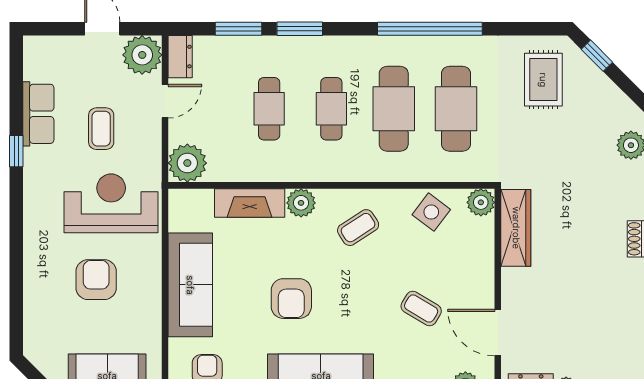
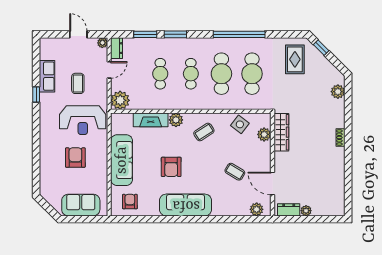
plant: (142, 55) -> (102, 43), width x0.53, depth x0.53
plant: (481, 202) -> (264, 134), moved
reception desk: (111, 203) -> (83, 120), turned 180

